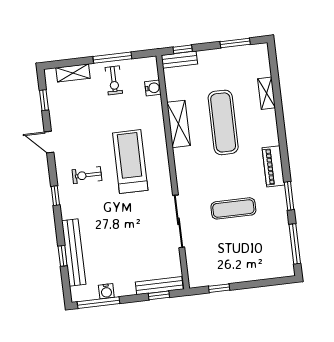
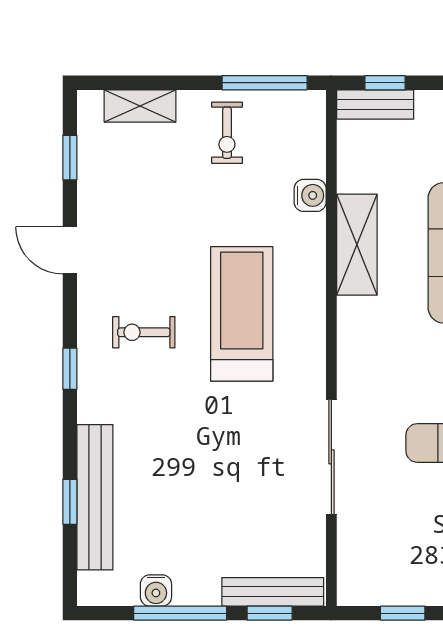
window: (112, 58) -> (265, 83), moved
water cooler: (153, 88) -> (310, 195), moved
window: (98, 303) -> (180, 613), moved

